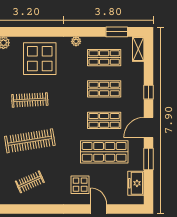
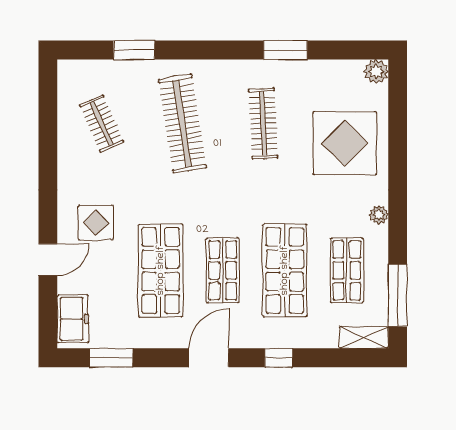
window: (117, 32) -> (398, 295), width x1.44
shop shelf: (104, 89) -> (285, 270), width x1.43, depth x1.36
door: (148, 127) -> (209, 358), hinge flipped
window: (148, 159) -> (111, 358), moved
freezer: (136, 183) -> (73, 319), moved, turned 90

